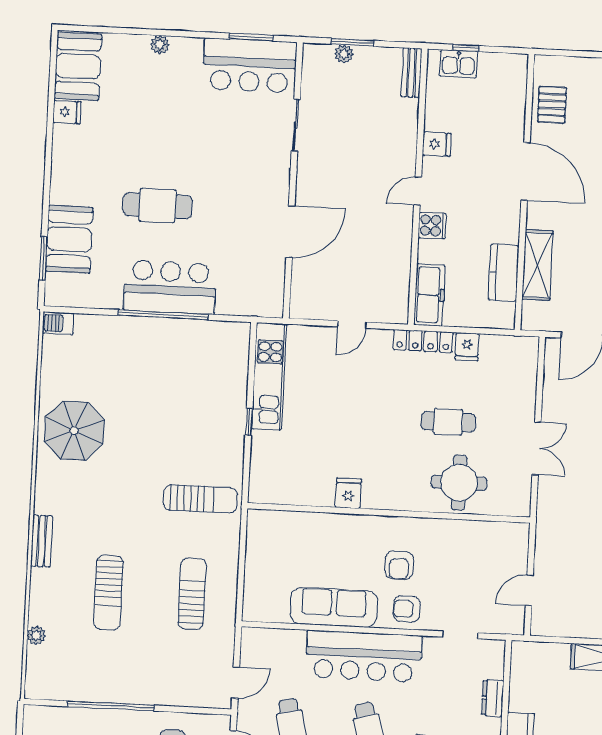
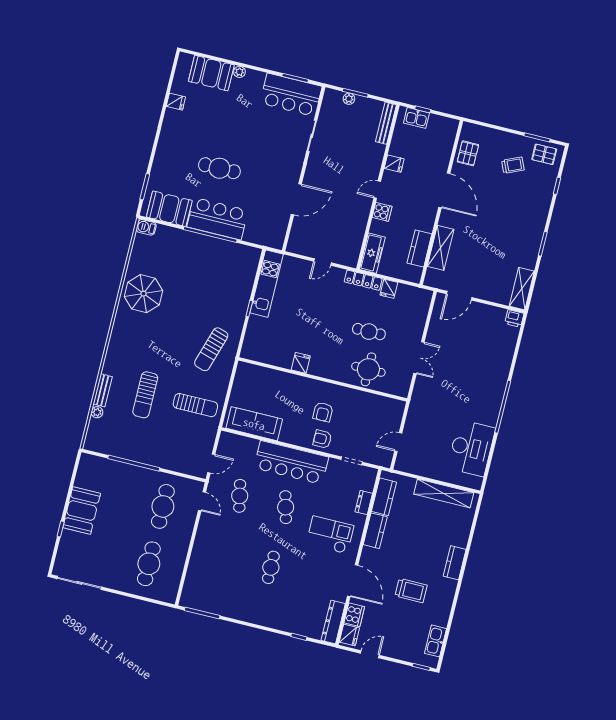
booth: (78, 66) -> (211, 73), moved, turned 90
bench: (411, 73) -> (386, 123), width x1.36
booth: (69, 239) -> (169, 209), moved, turned 90
sun lounger: (200, 499) -> (211, 349), turned 107
bench: (42, 541) -> (103, 390), moved
sun lounger: (192, 594) -> (195, 405), turned 90
sofa: (334, 607) -> (254, 424), moved
kitchen counter: (523, 683) -> (384, 497), added

